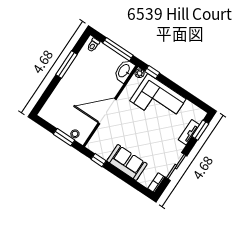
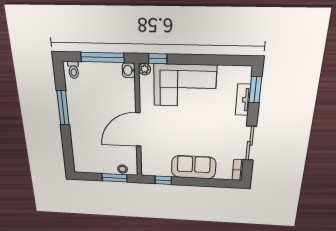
washbasin: (124, 71) -> (129, 70), width x0.52, depth x0.69

